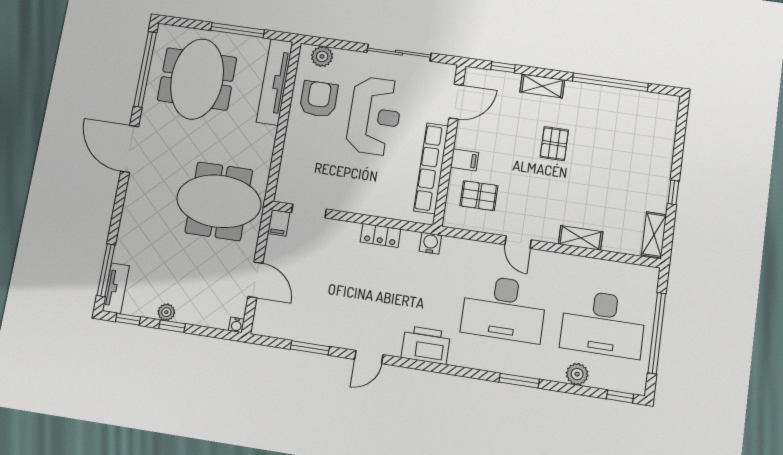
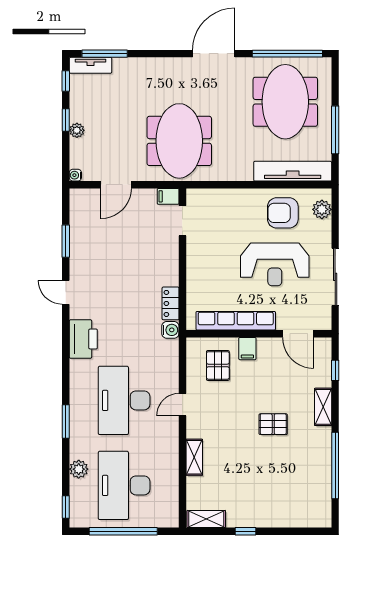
meeting table: (197, 79) -> (285, 102), turned 90
armchair: (319, 99) -> (283, 213), turned 180
locker: (380, 235) -> (171, 303), moved
plant: (166, 312) -> (77, 130), moved

